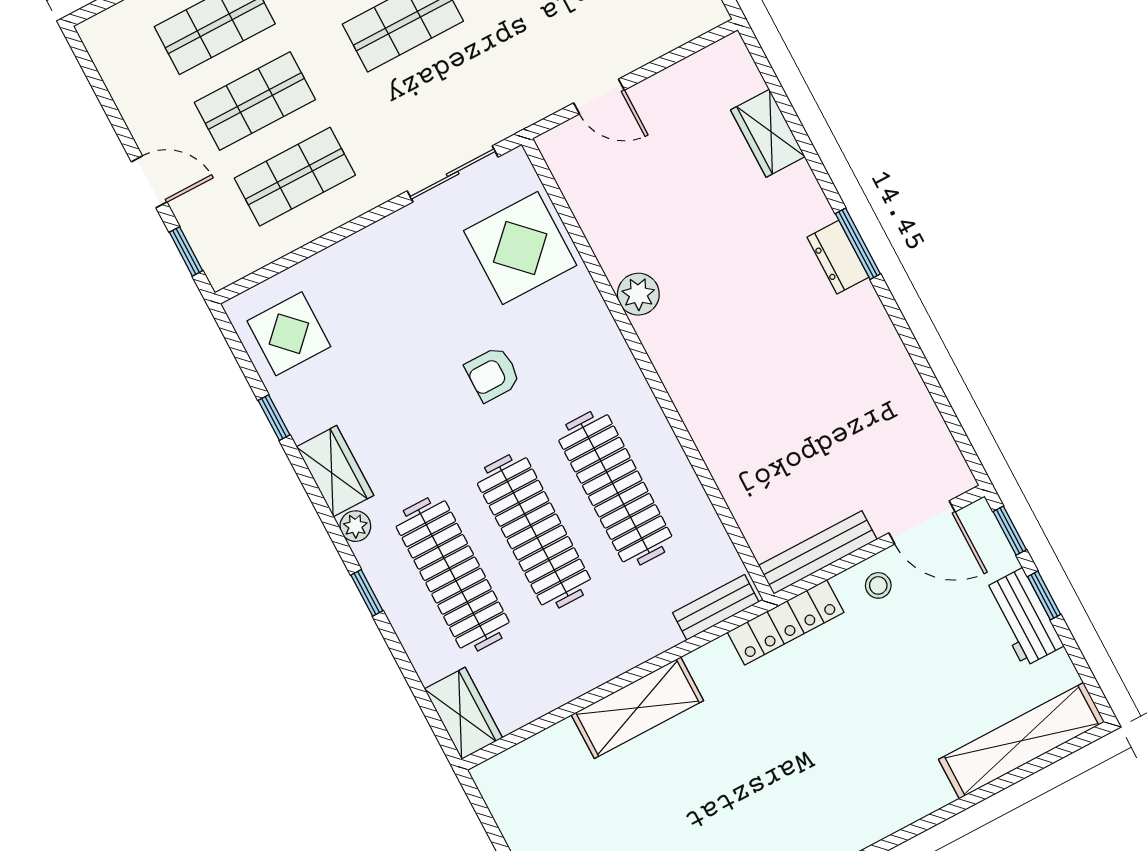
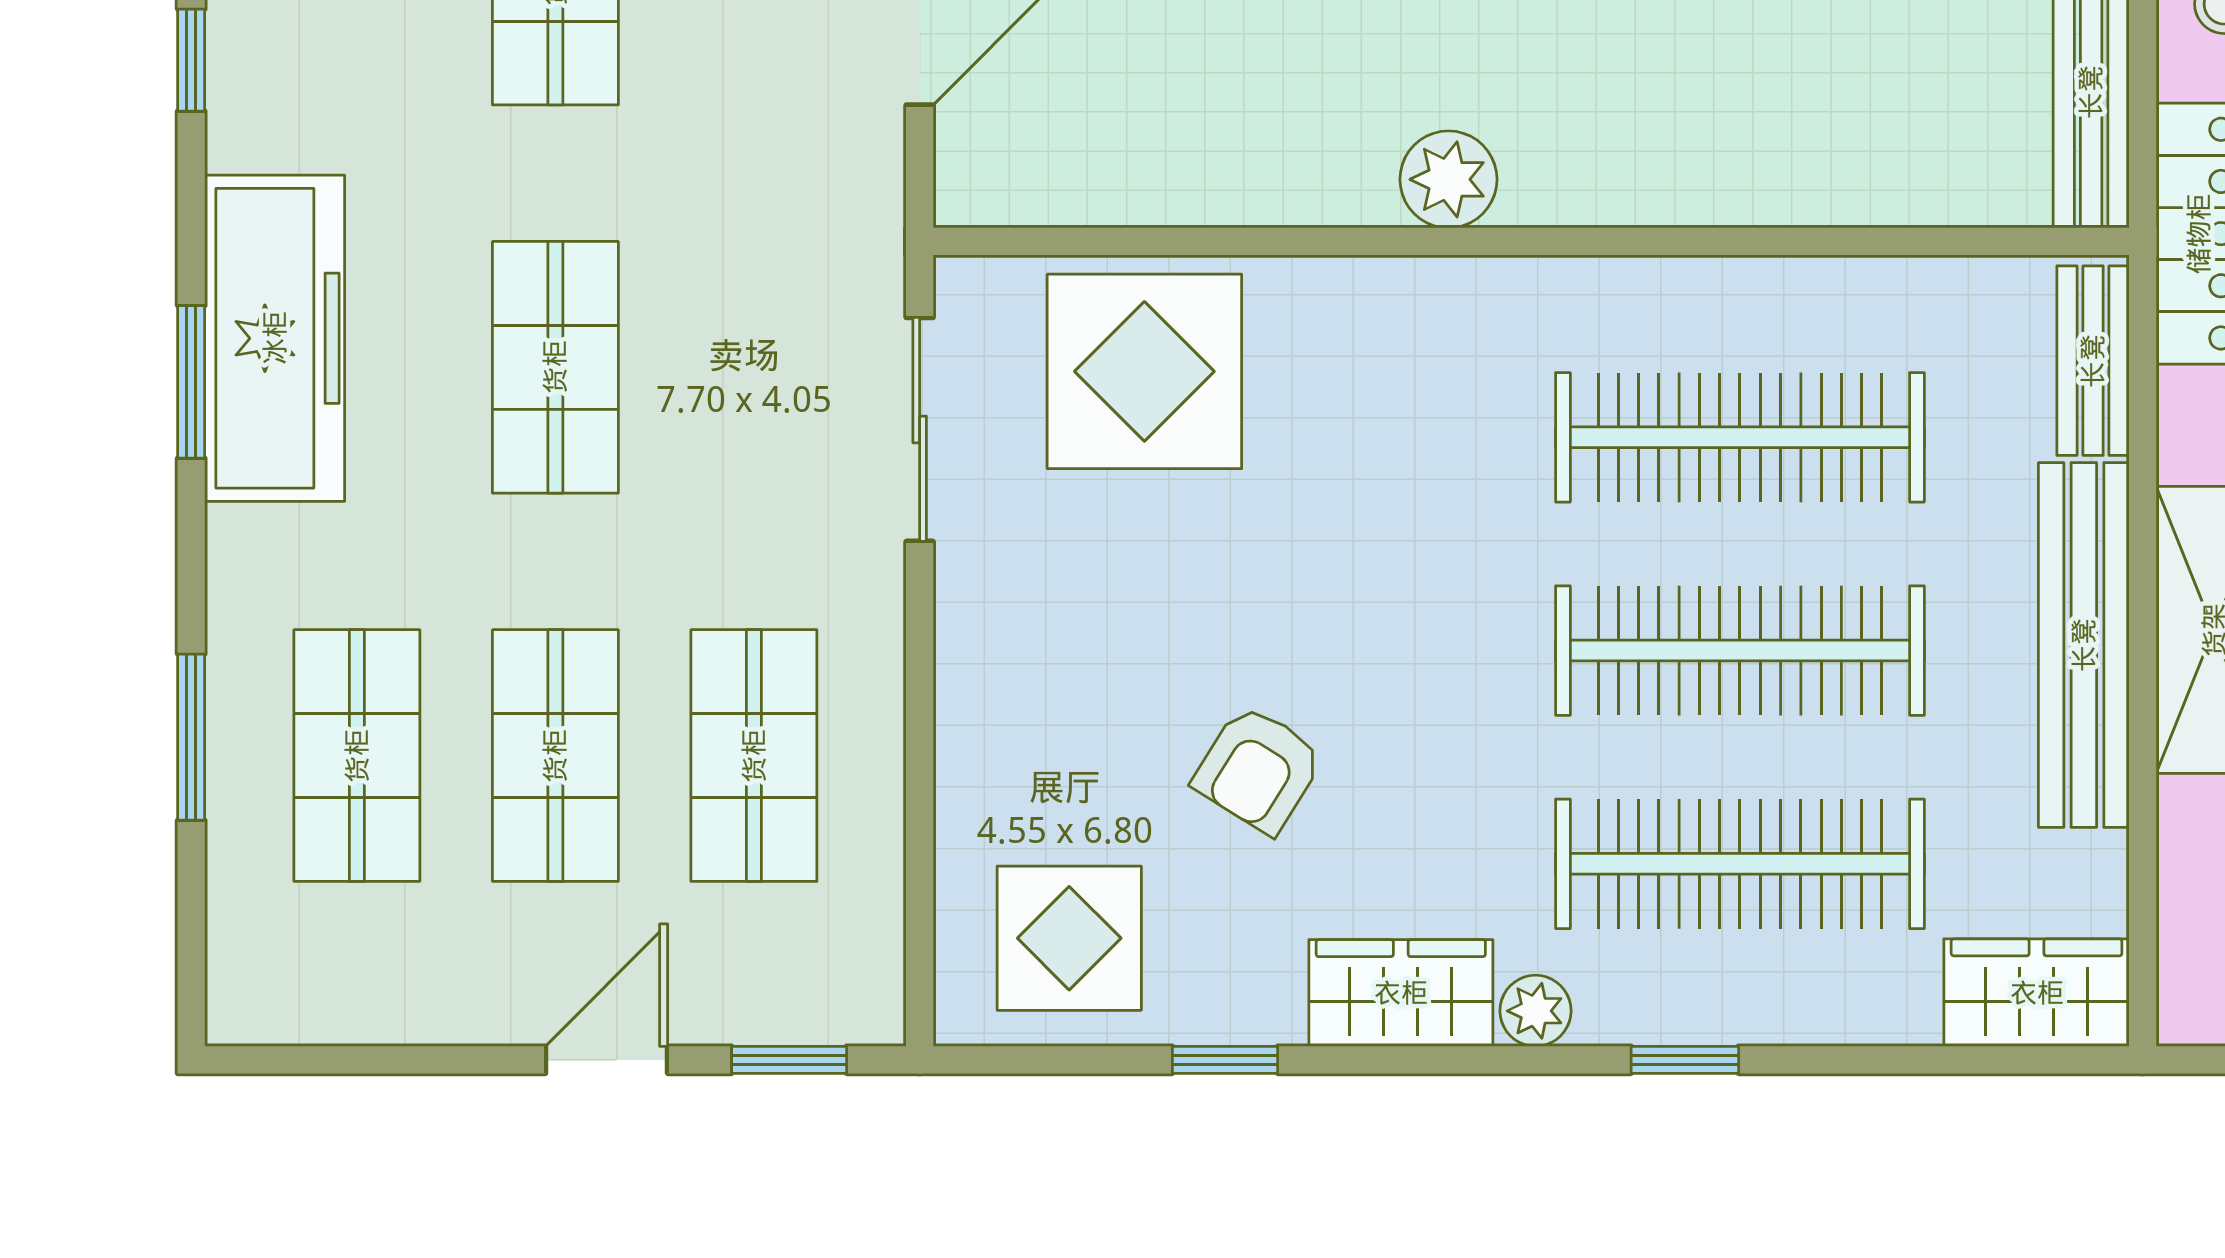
plant: (638, 294) -> (1448, 179), moved
armchair: (493, 374) -> (1258, 769), moved, turned 32
bench: (605, 661) -> (2084, 645), added

